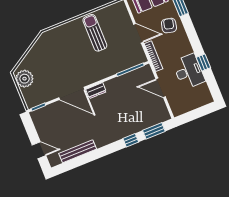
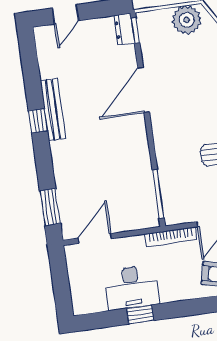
door: (161, 88) -> (95, 238), moved
dresser: (96, 91) -> (124, 29), moved
window: (131, 140) -> (38, 121), moved
bench: (78, 151) -> (53, 110), moved

